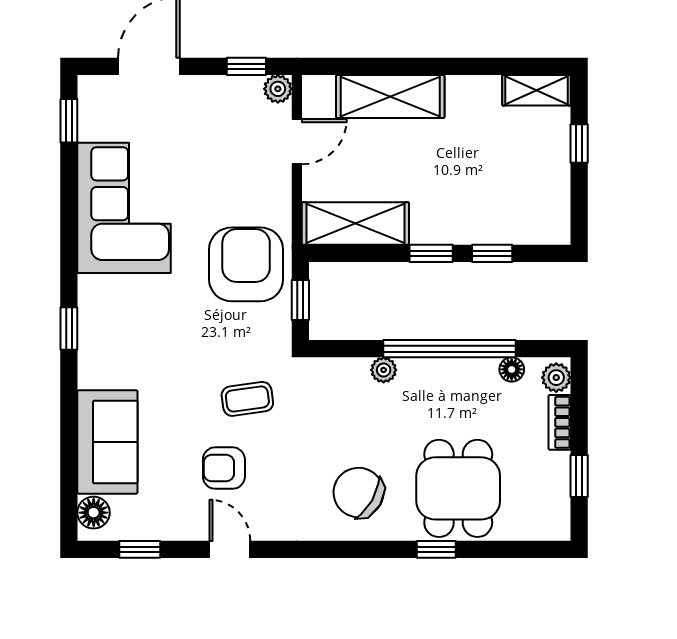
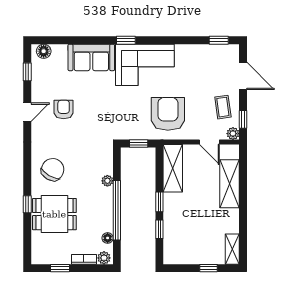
corner sofa: (124, 208) -> (145, 65), moved
armchair: (246, 264) -> (168, 114), moved, turned -90
coffee table: (247, 399) -> (223, 107), moved
sofa: (107, 442) -> (91, 57), moved

